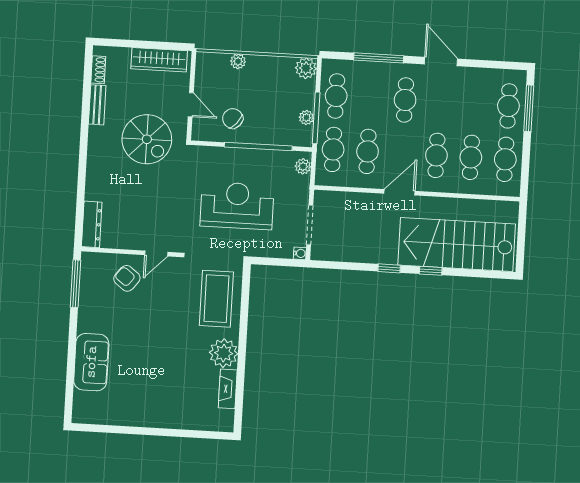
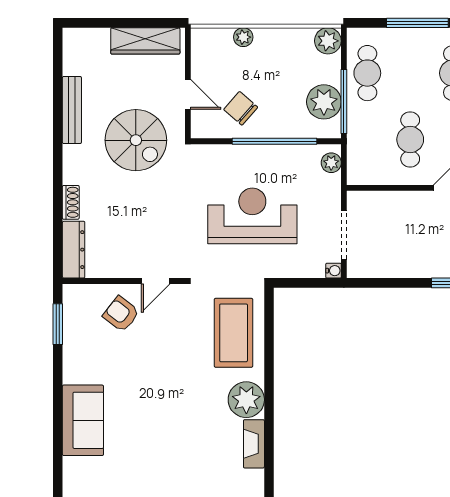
shoe rack: (98, 70) -> (71, 202), moved
bench: (97, 105) -> (72, 110), width x1.36
plant: (306, 118) -> (324, 102), width x1.88, depth x1.88
cafe table: (333, 149) -> (367, 139), removed
window: (76, 284) -> (58, 324), width x0.69

